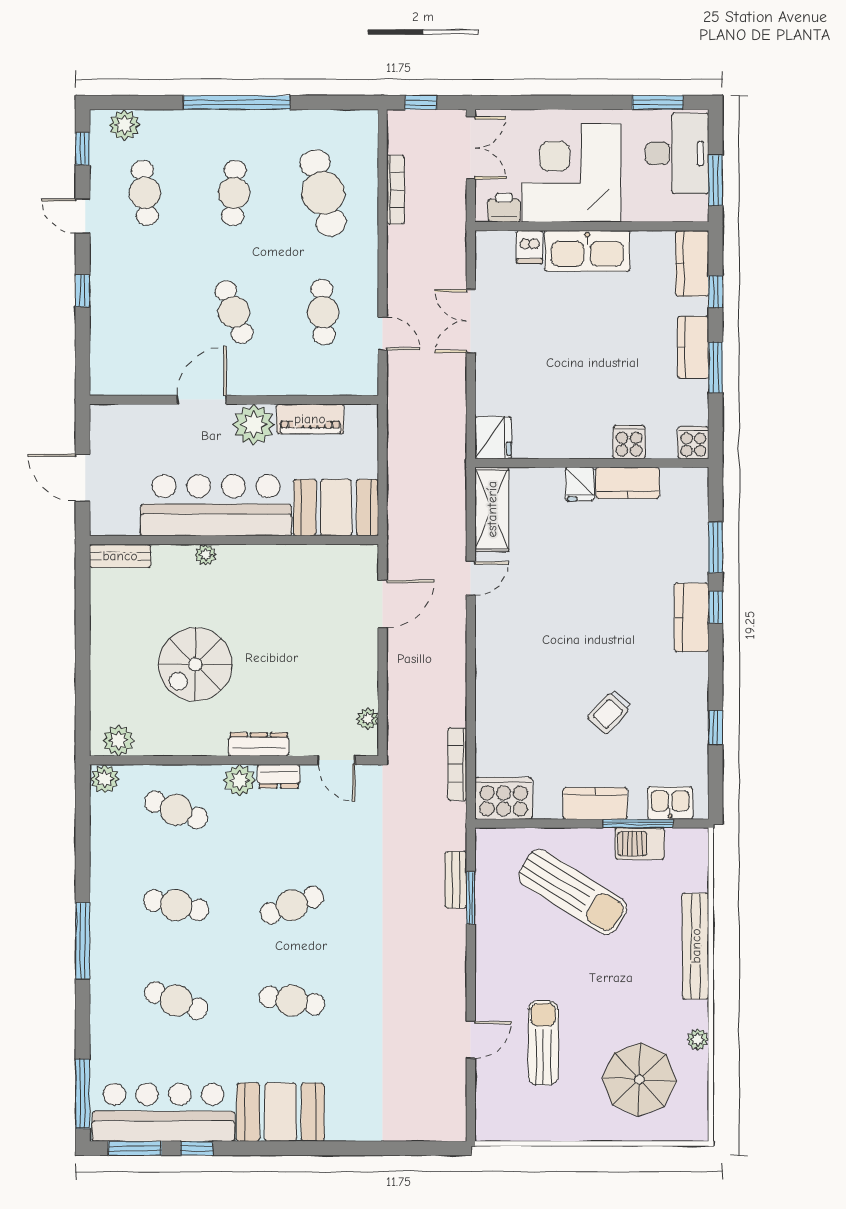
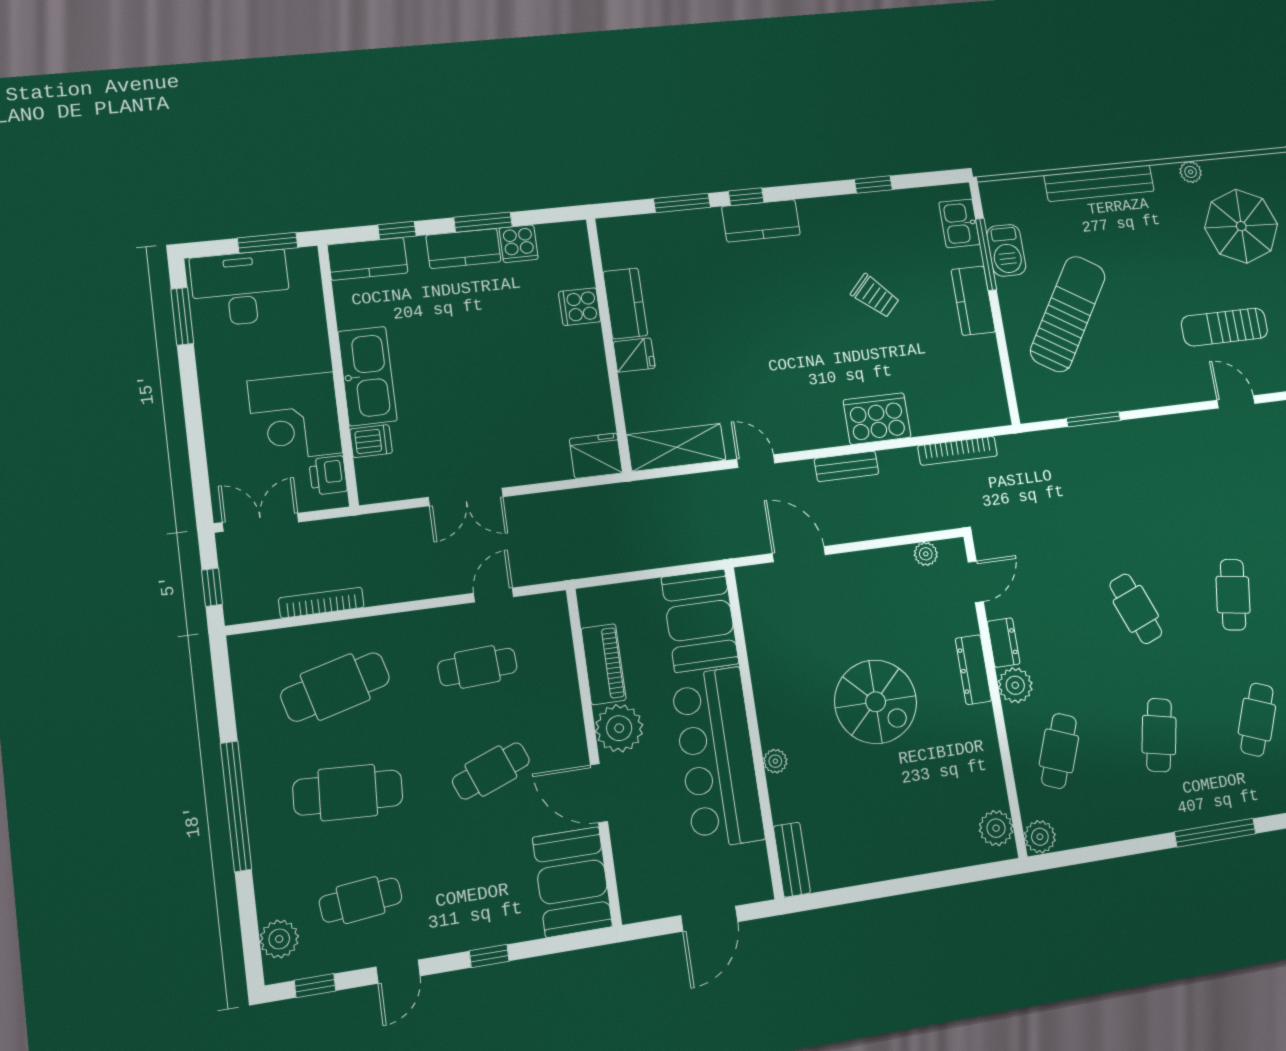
corner desk: (571, 173) -> (295, 417), width x0.74, depth x0.74
cafe table: (234, 193) -> (348, 793), width x1.37, depth x1.35
booth: (132, 367) -> (572, 882), added
cooker: (693, 443) -> (519, 244), moved, turned -90
spiral stairs: (195, 664) -> (876, 702), moved
cooker: (504, 798) -> (877, 419), moved, turned 90
bench: (456, 880) -> (846, 466), moved

